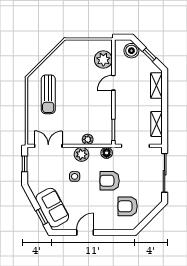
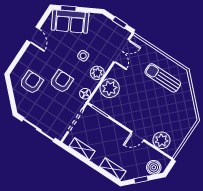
door: (113, 83) -> (138, 136), swing flipped
plant: (88, 139) -> (110, 88), width x1.87, depth x1.87

